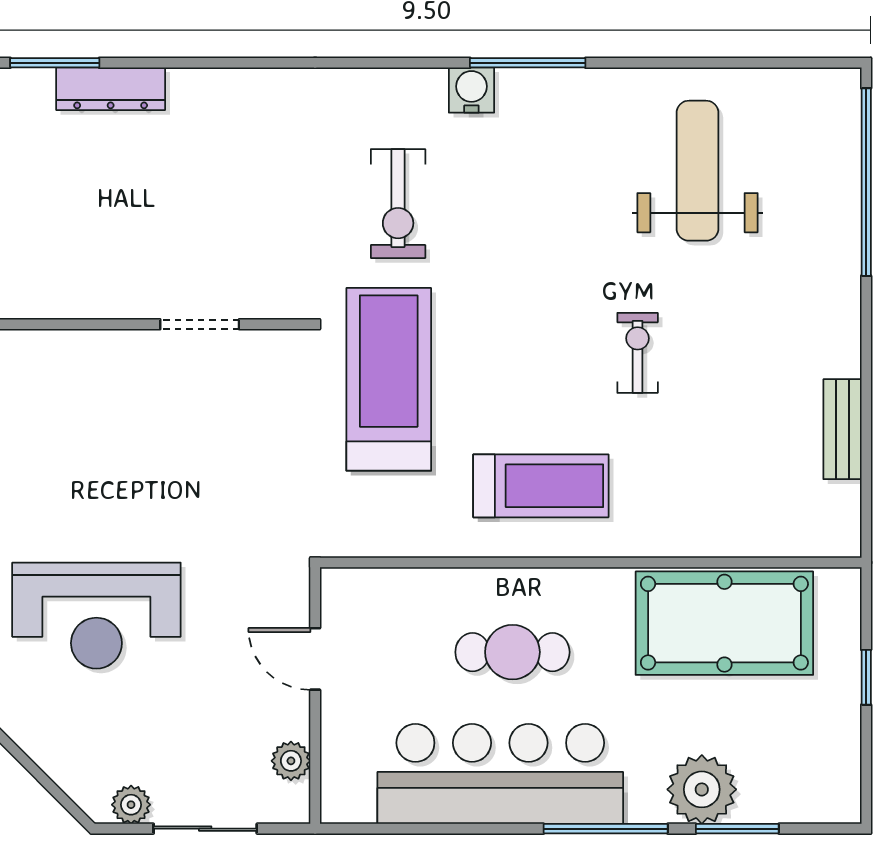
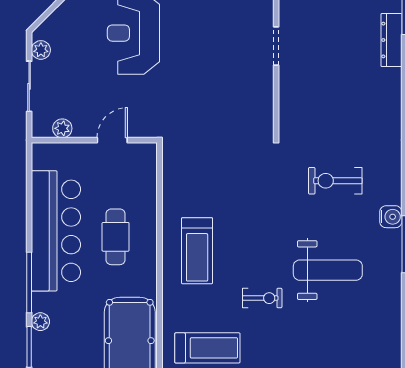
weight bench: (697, 171) -> (328, 270), moved
doorway: (200, 324) -> (276, 46), moved
treadmill: (389, 379) -> (207, 348), moved, width x0.73, depth x0.73
plant: (702, 789) -> (40, 322), width x0.53, depth x0.53

